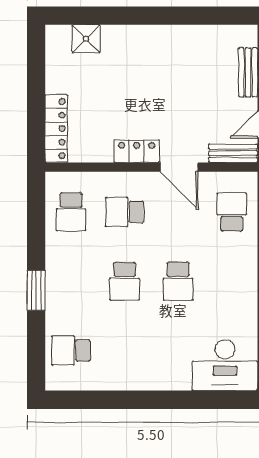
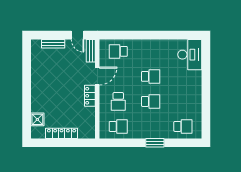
locker: (56, 129) -> (62, 133), moved
school desk: (71, 350) -> (183, 126), turned -90

